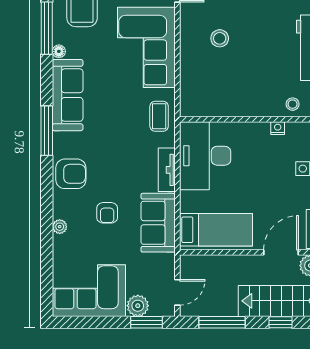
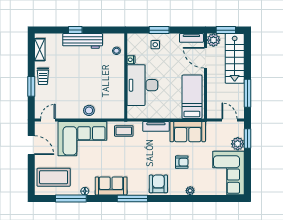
stool: (220, 38) -> (89, 110), moved
sofa: (68, 95) -> (111, 186), width x0.73
desk: (205, 156) -> (142, 85), moved, turned 90
window: (280, 322) -> (248, 58), removed

